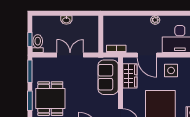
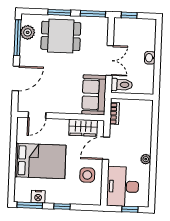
toilet: (38, 44) -> (122, 85), moved
sofa: (108, 77) -> (94, 95), moved, turned -90

